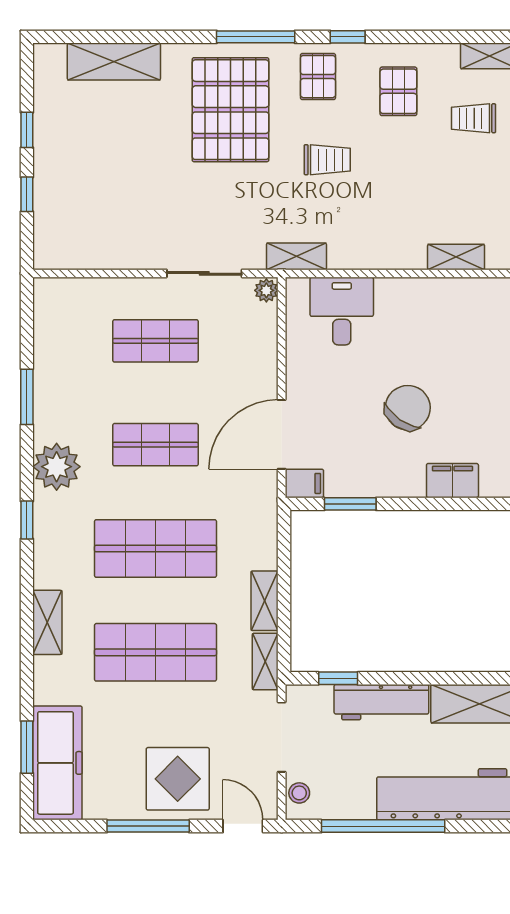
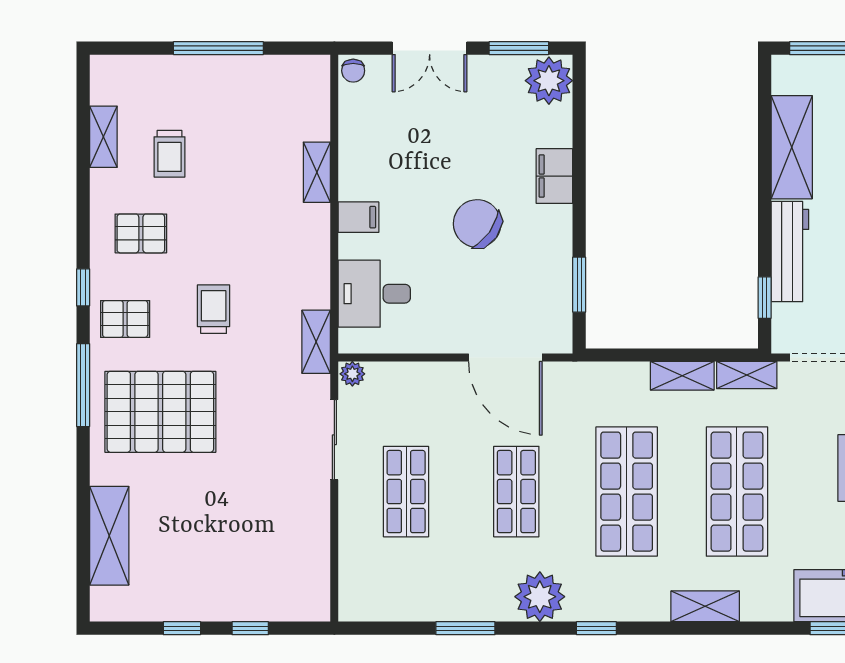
filing cabinet: (304, 483) -> (359, 217), moved, turned 90

